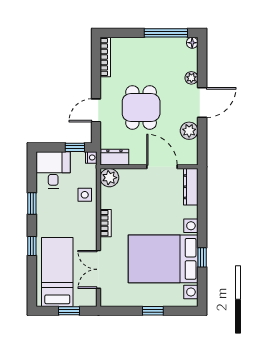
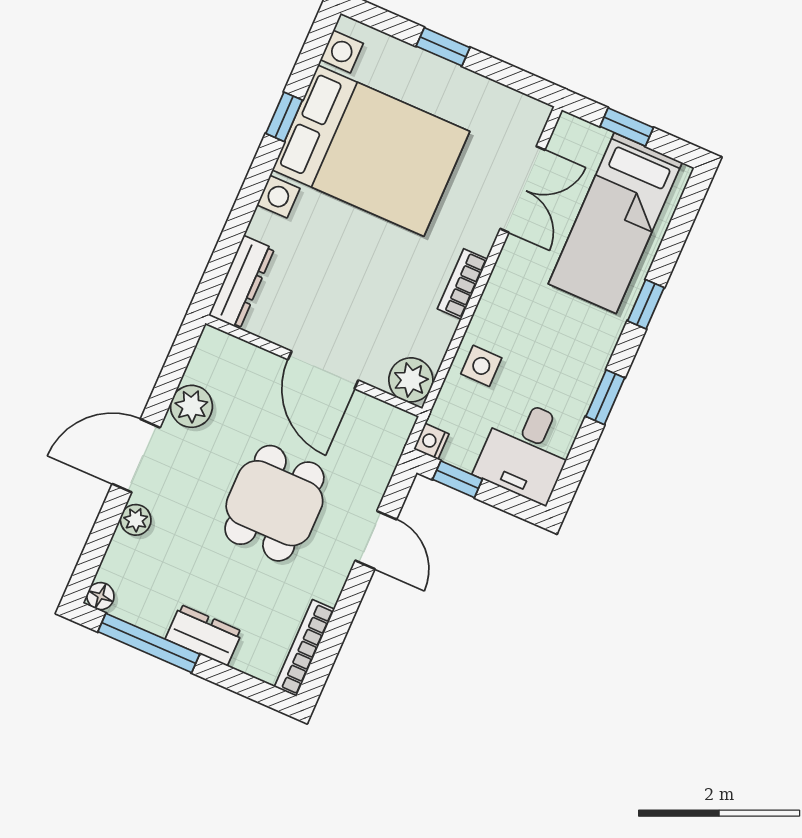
door: (96, 110) -> (376, 540), hinge flipped
dresser: (114, 157) -> (204, 635), moved, turned 180
door: (162, 167) -> (323, 370), moved

